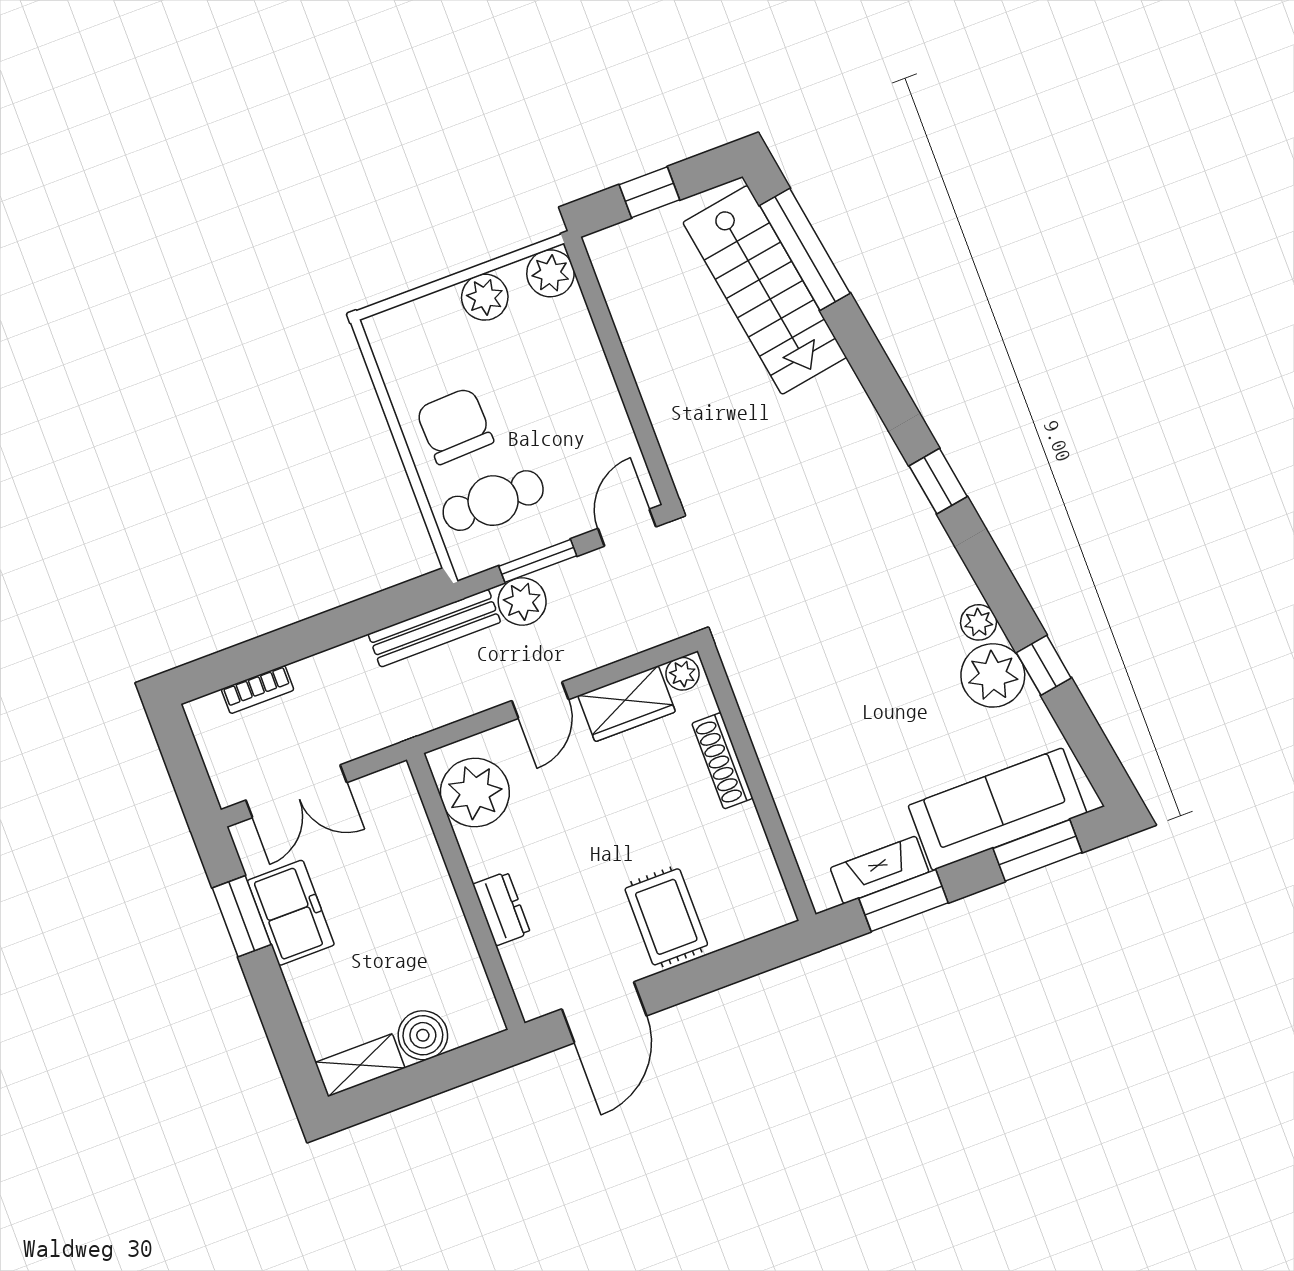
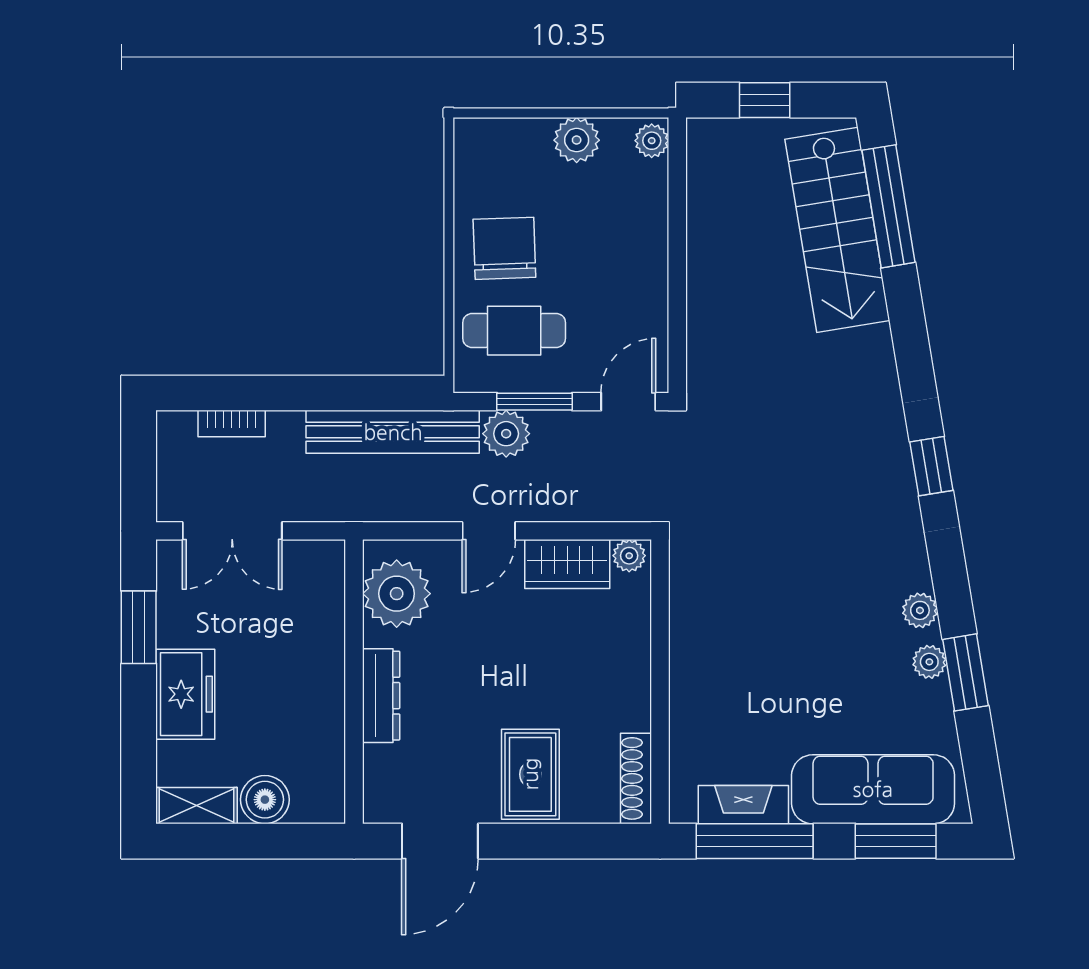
plant: (550, 273) -> (652, 141), width x0.73, depth x0.73
bench: (434, 628) -> (393, 432), width x1.37, depth x1.21
window: (1044, 665) -> (965, 672), width x1.50
plant: (993, 675) -> (929, 662), width x0.53, depth x0.53
shoe rack: (722, 761) -> (636, 778), moved
window: (903, 901) -> (755, 841), width x1.44
dresser: (502, 909) -> (381, 696), width x1.44
freezer: (291, 913) -> (185, 694), moved

